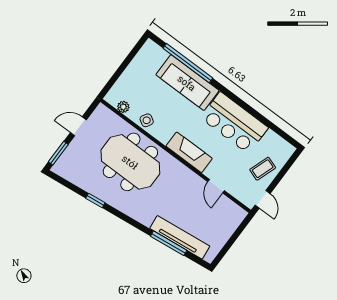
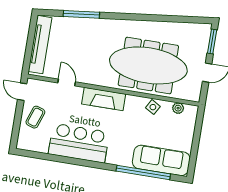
sofa: (187, 83) -> (161, 160), moved
meeting table: (130, 162) -> (148, 65), width x1.36
window: (95, 201) -> (161, 18), removed
tv unit: (180, 237) -> (40, 45), moved, turned -83

